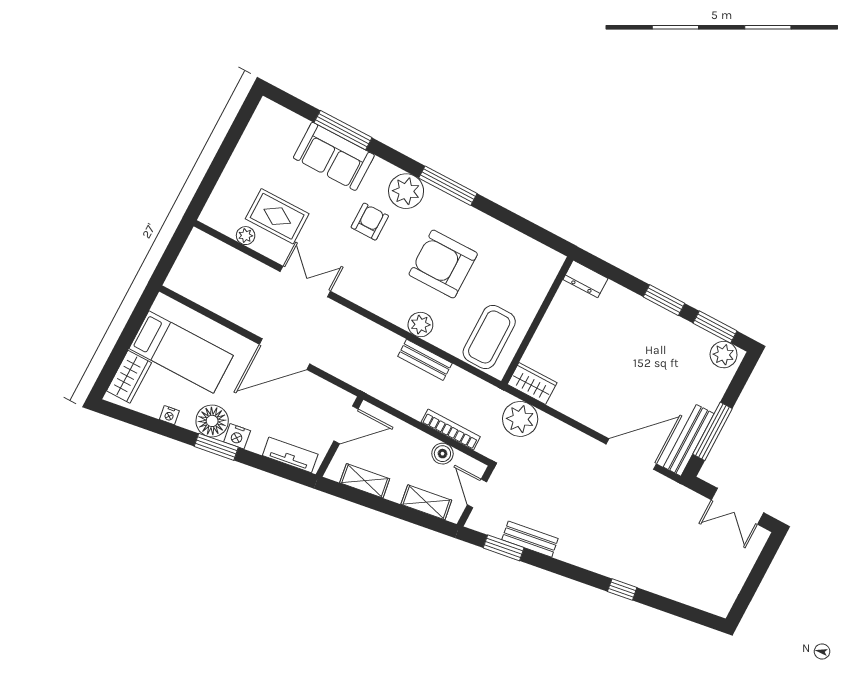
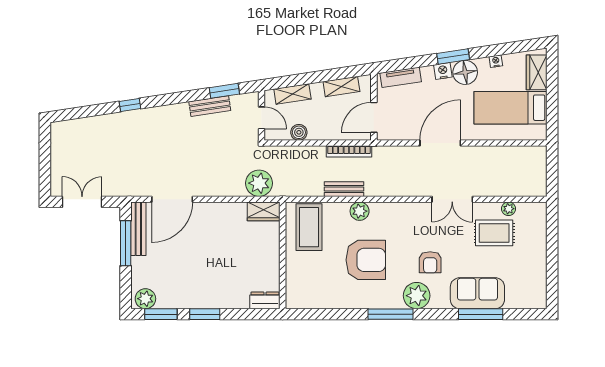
bookcase: (451, 430) -> (349, 151), moved

